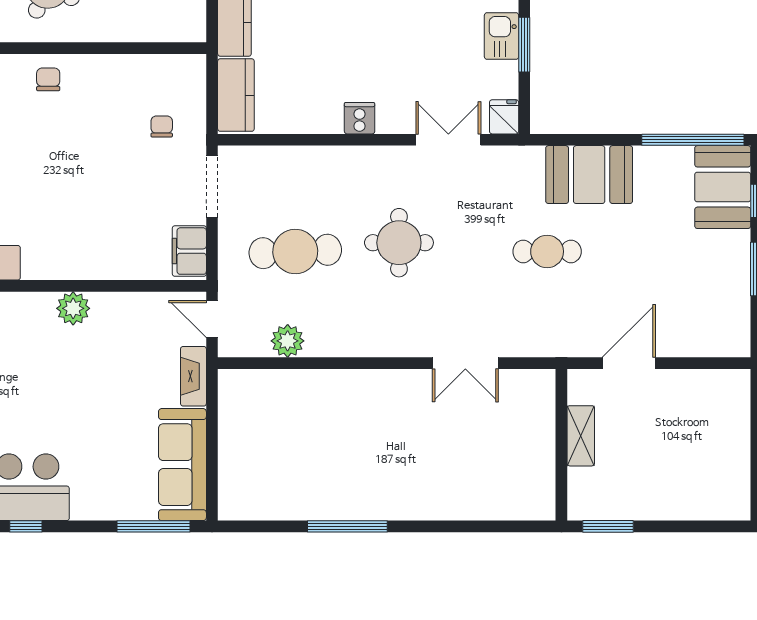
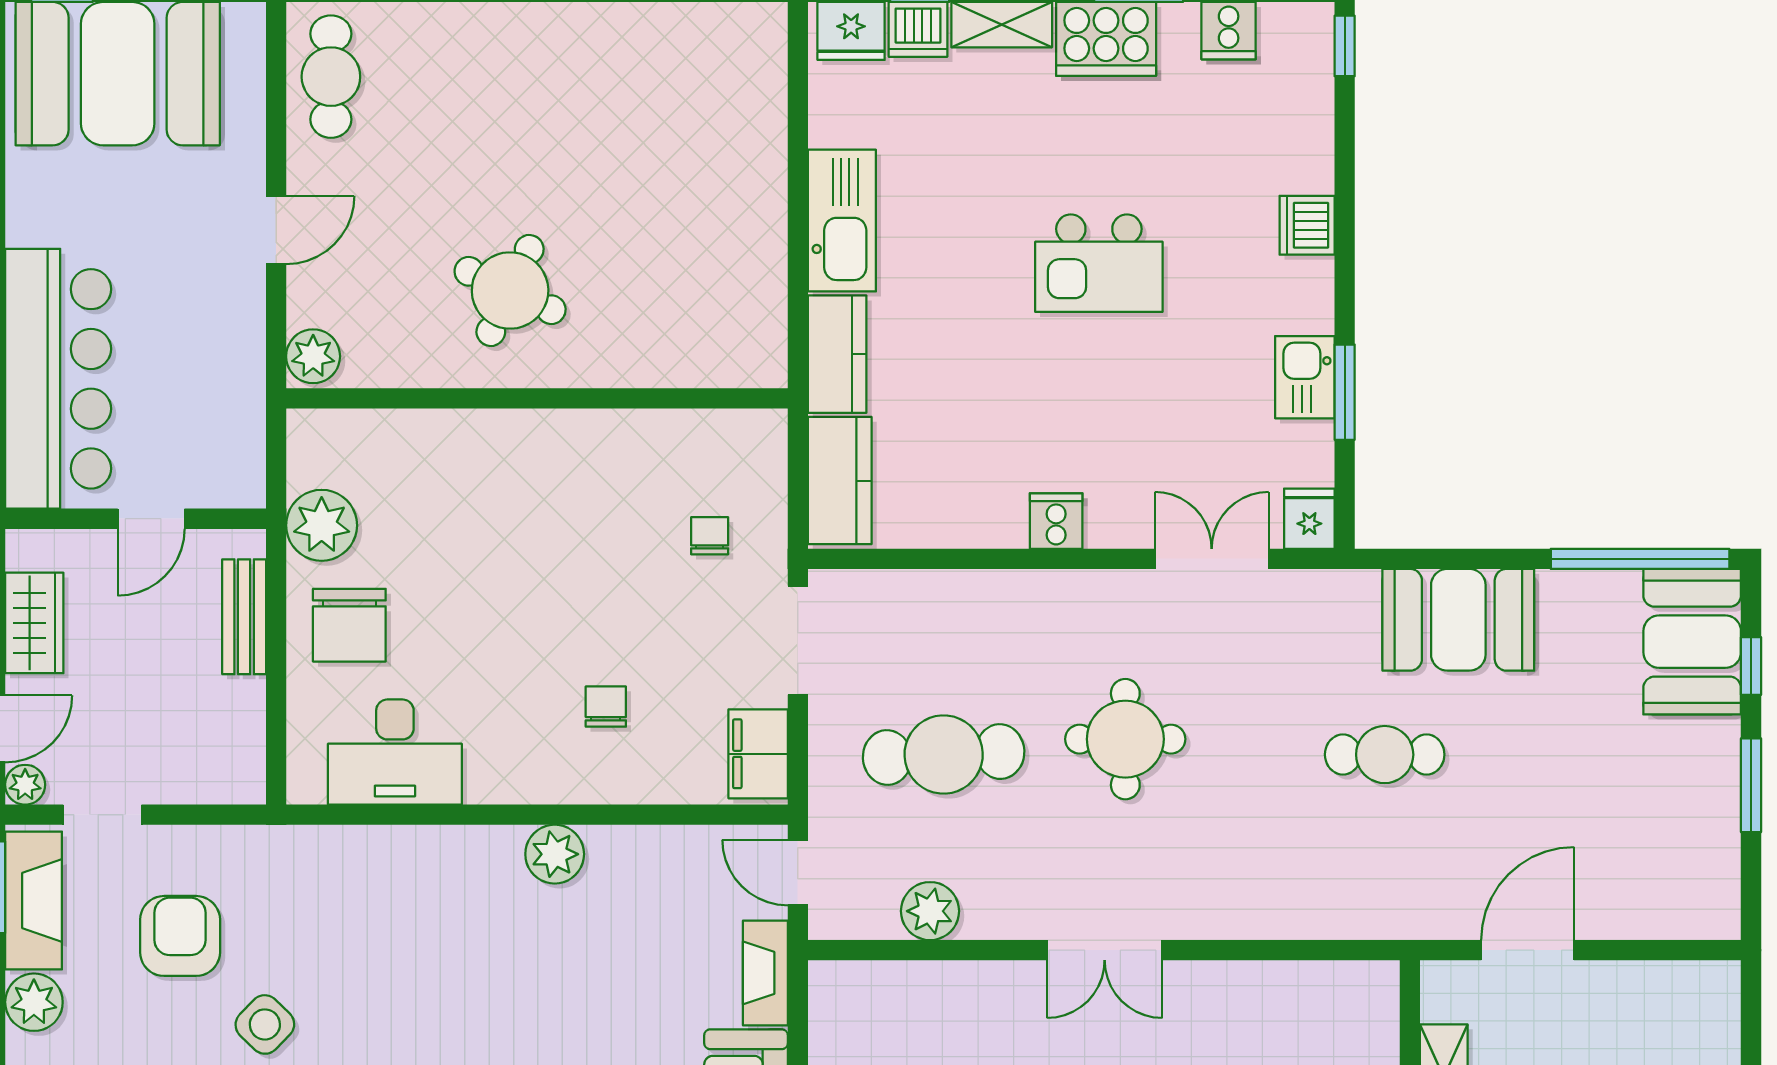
chair: (48, 79) -> (606, 707), moved
double door: (465, 363) -> (1105, 950), moved

